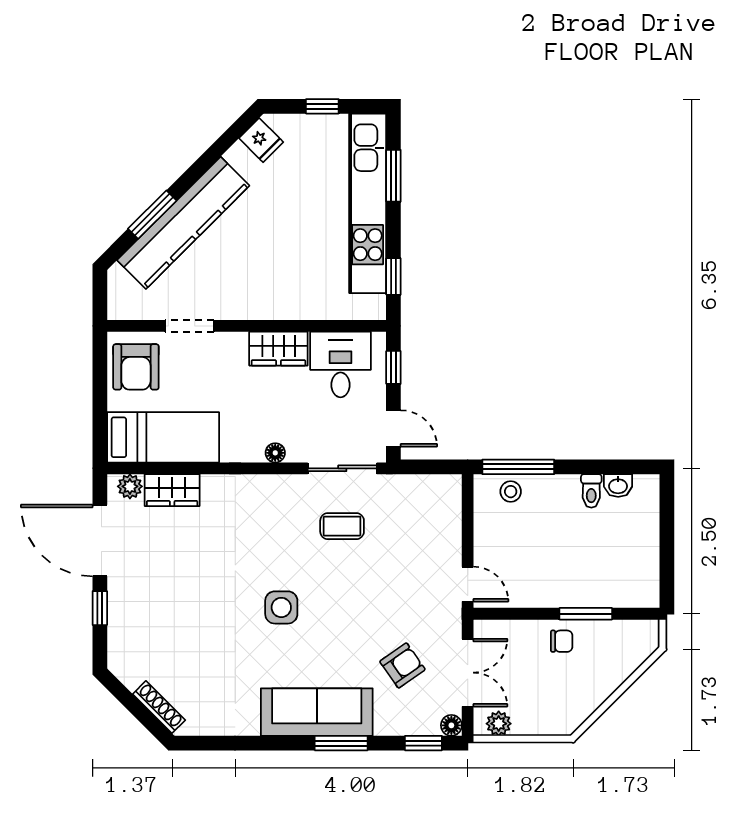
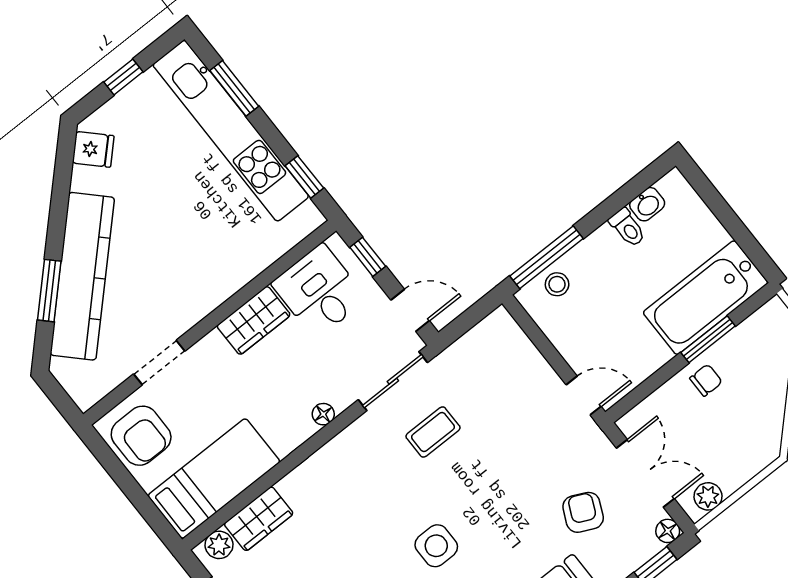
bathtub: (607, 583) -> (706, 298), added
armchair: (402, 665) -> (583, 512), turned -30

